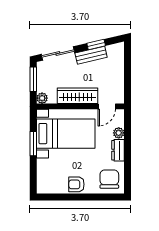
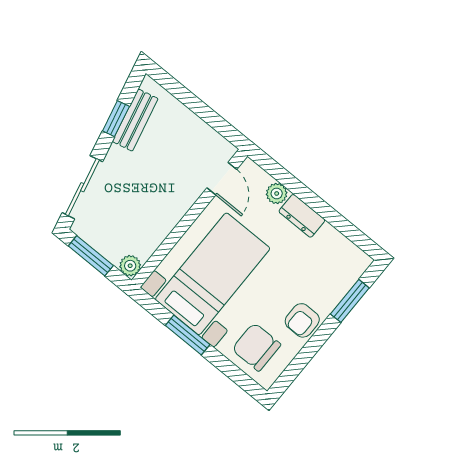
bench: (91, 55) -> (135, 120), moved
wardrobe: (77, 96) -> (170, 210), removed
chair: (109, 179) -> (256, 347), moved
window: (100, 197) -> (350, 301), added

